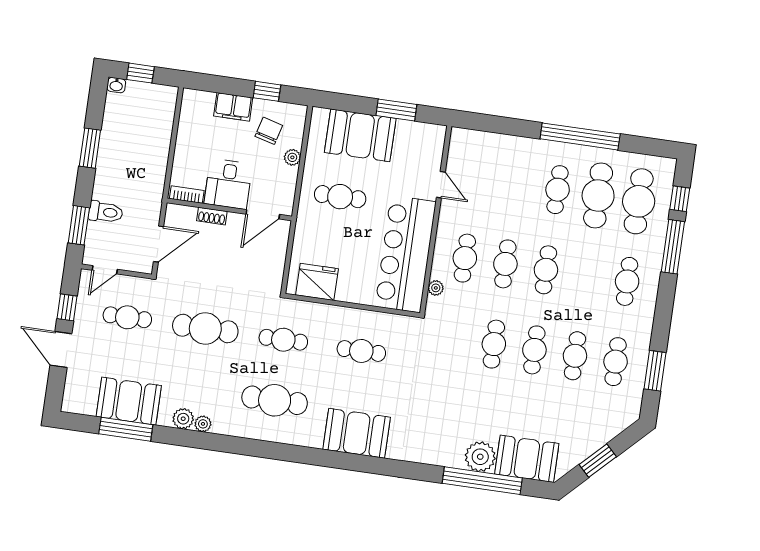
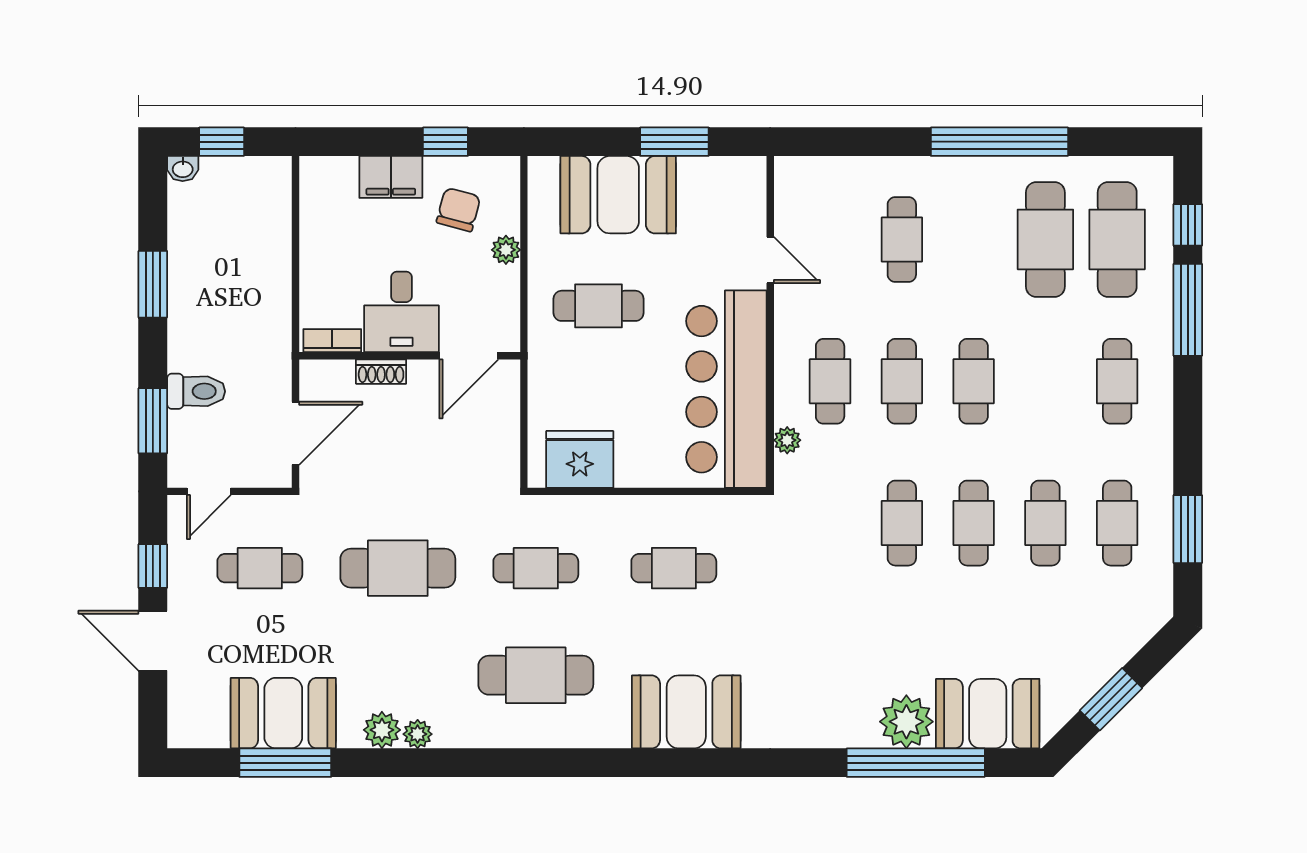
cafe table: (558, 190) -> (902, 239), moved

